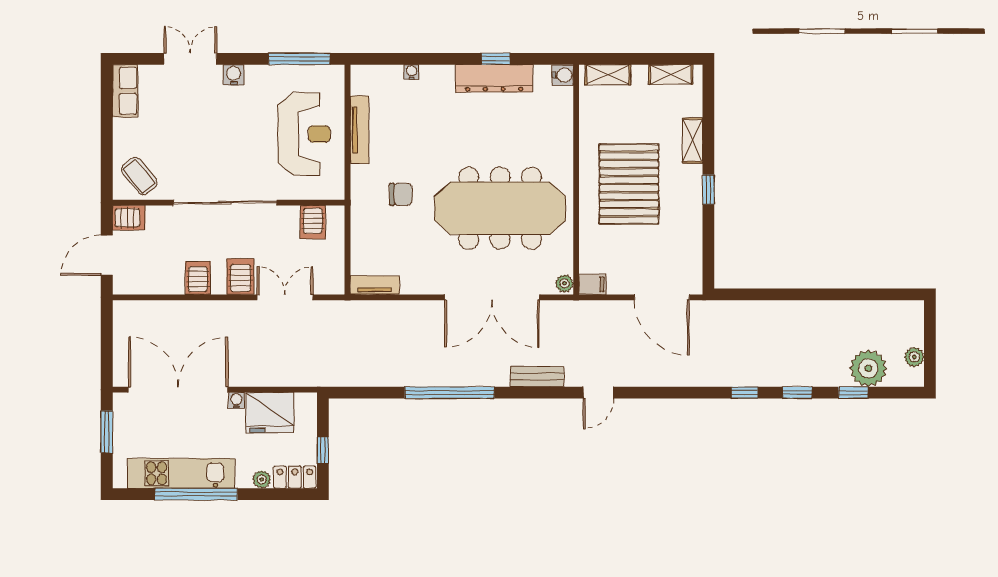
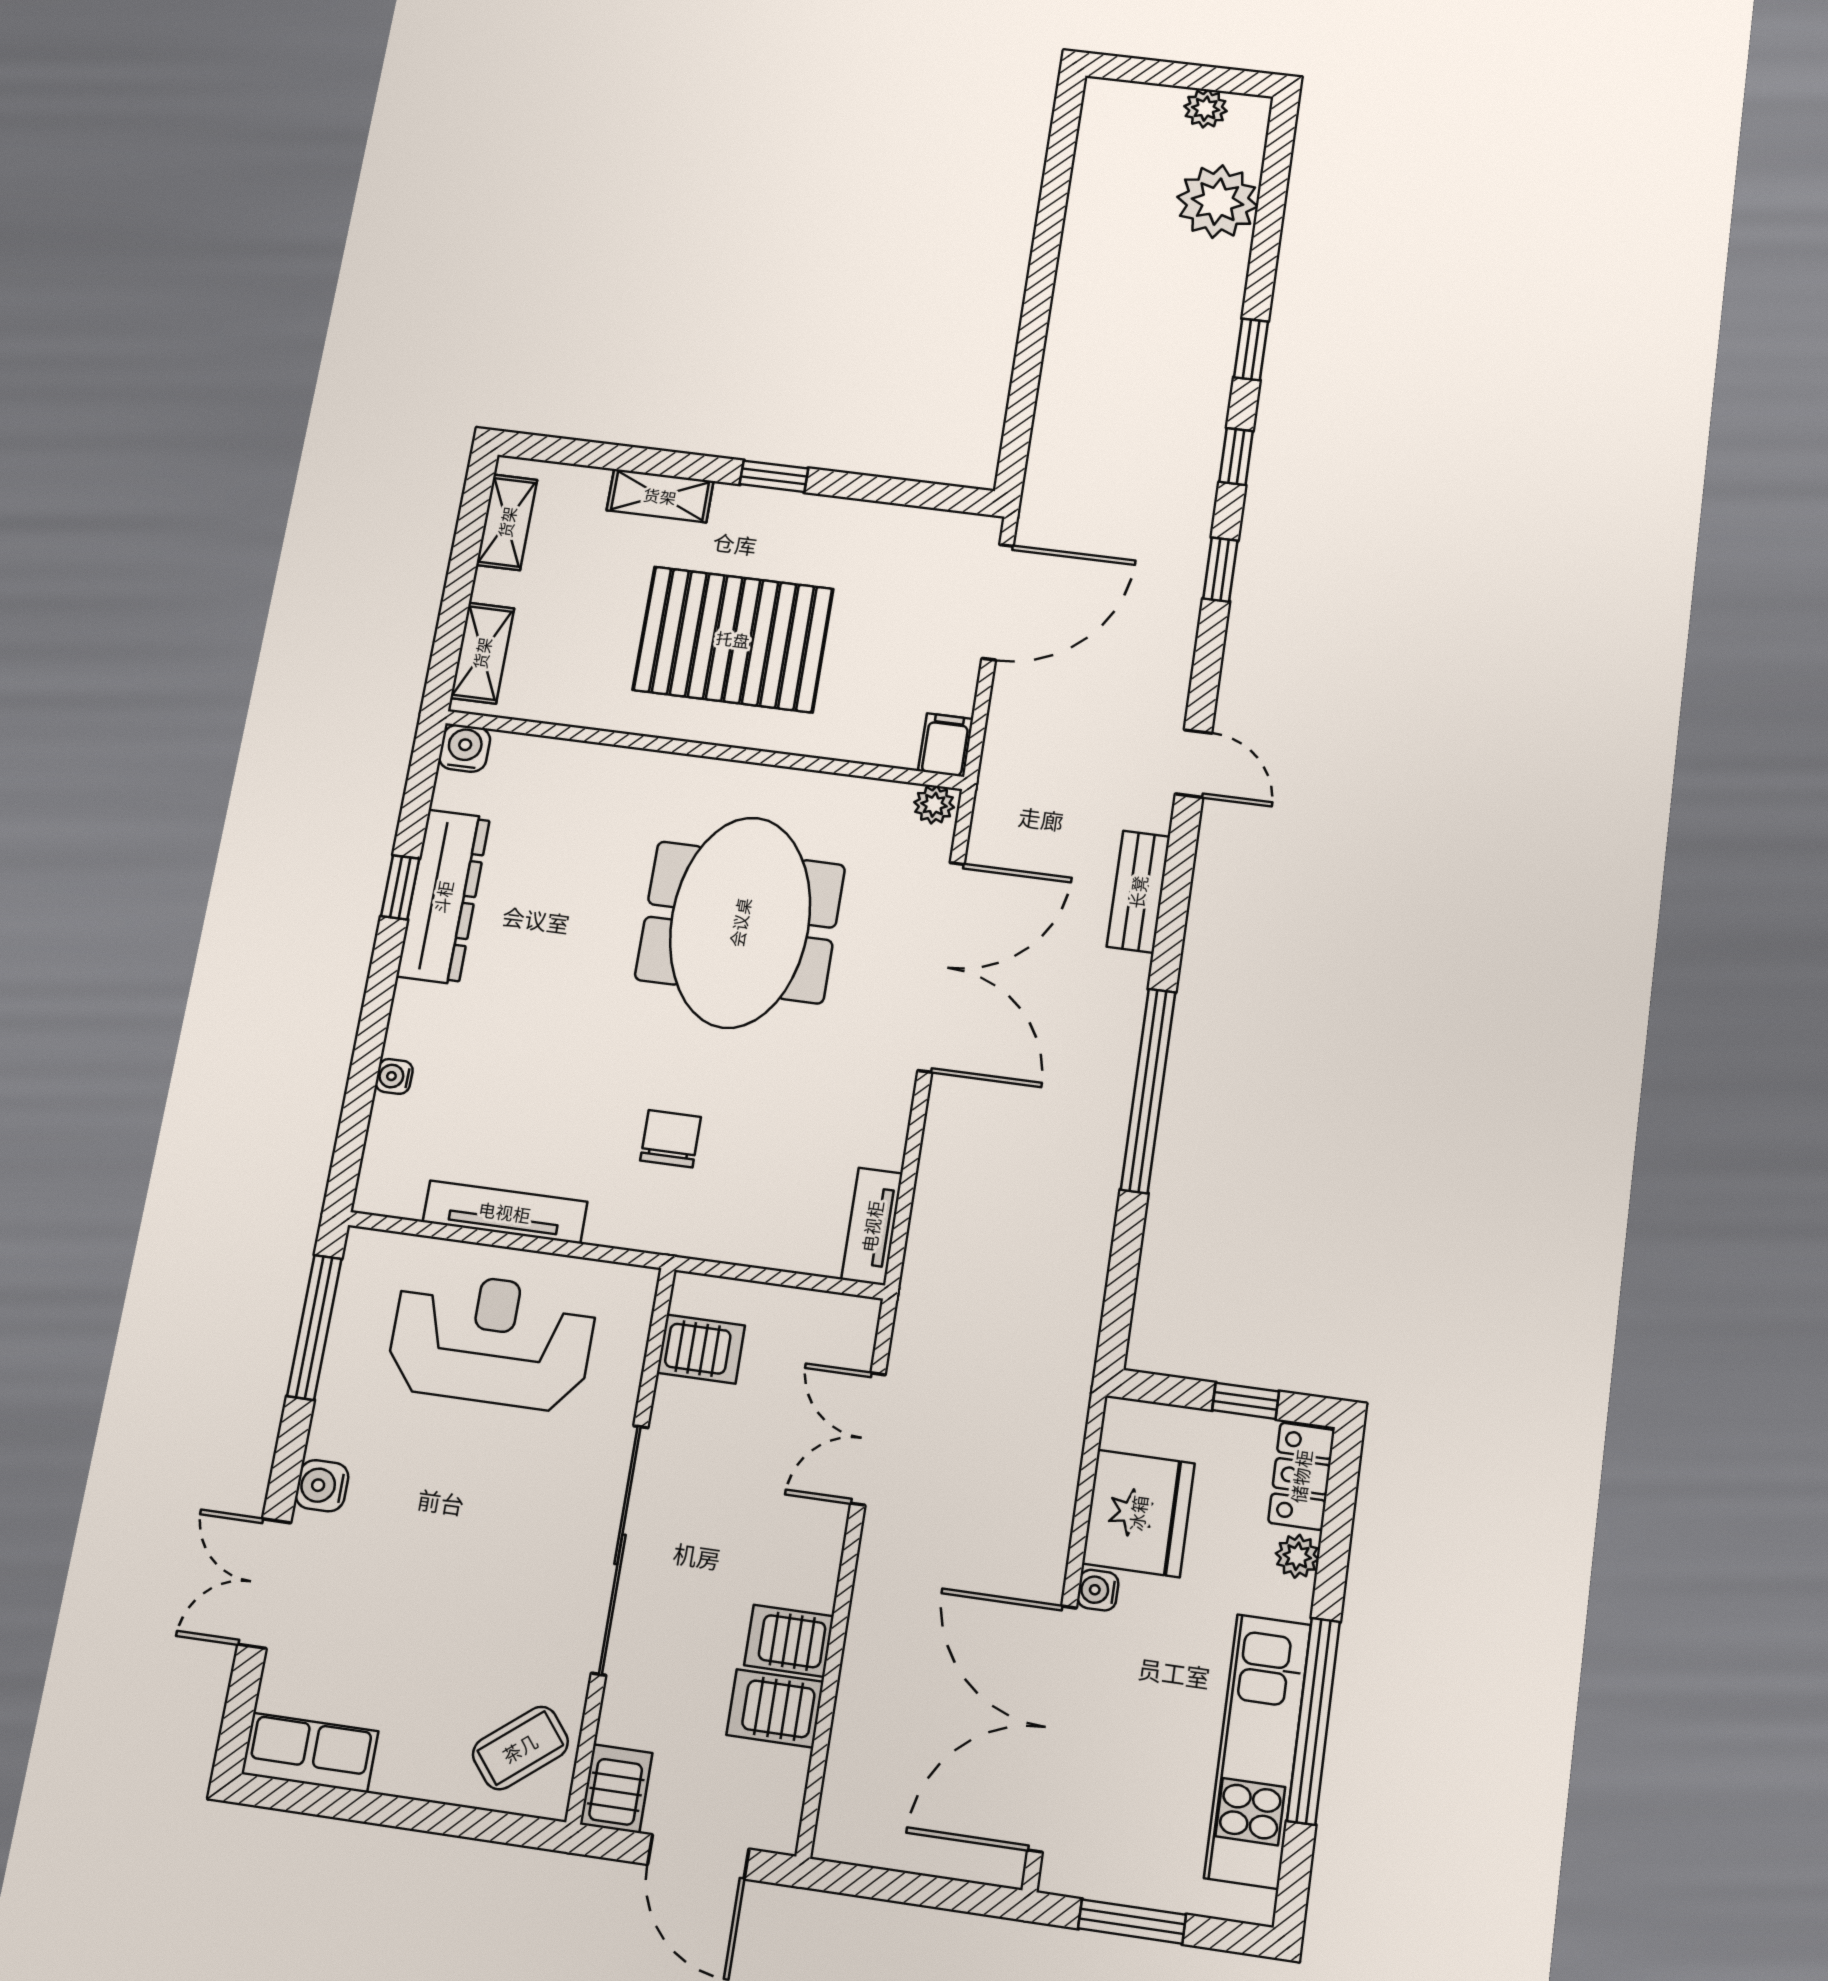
meeting table: (500, 208) -> (740, 922), width x0.73
server rack: (240, 277) -> (775, 1708), moved
window: (853, 393) -> (1220, 570), moved

